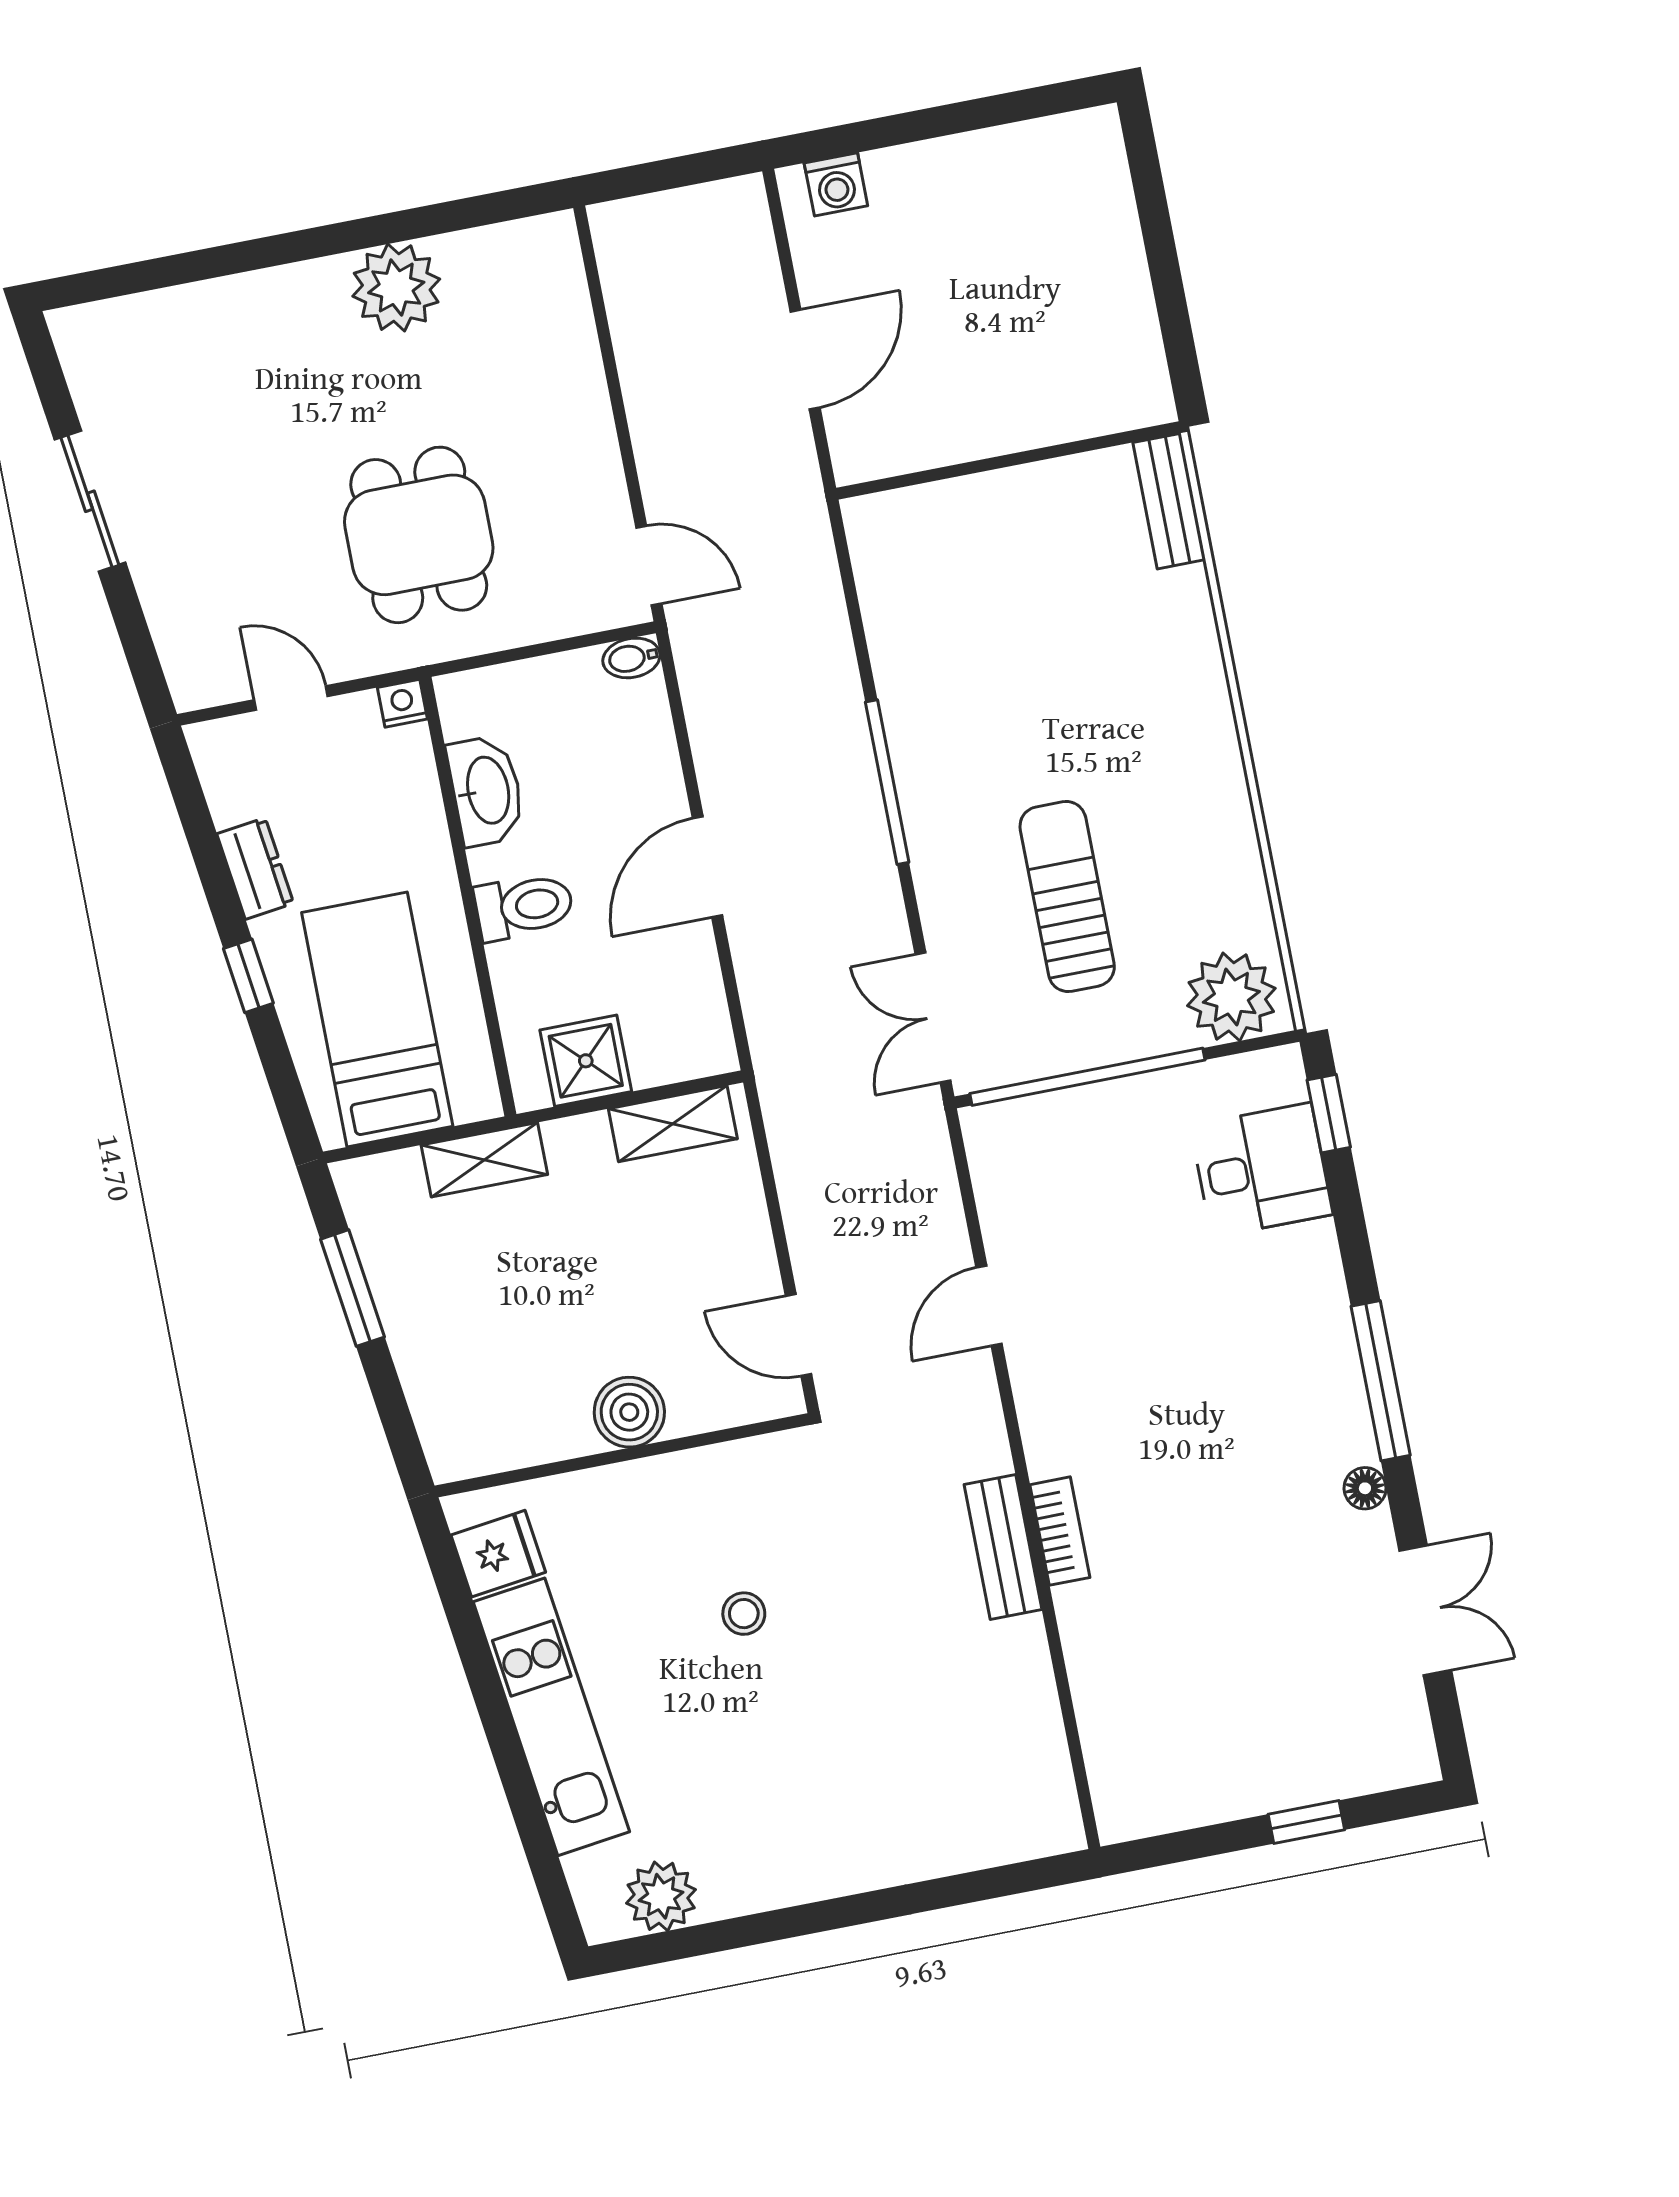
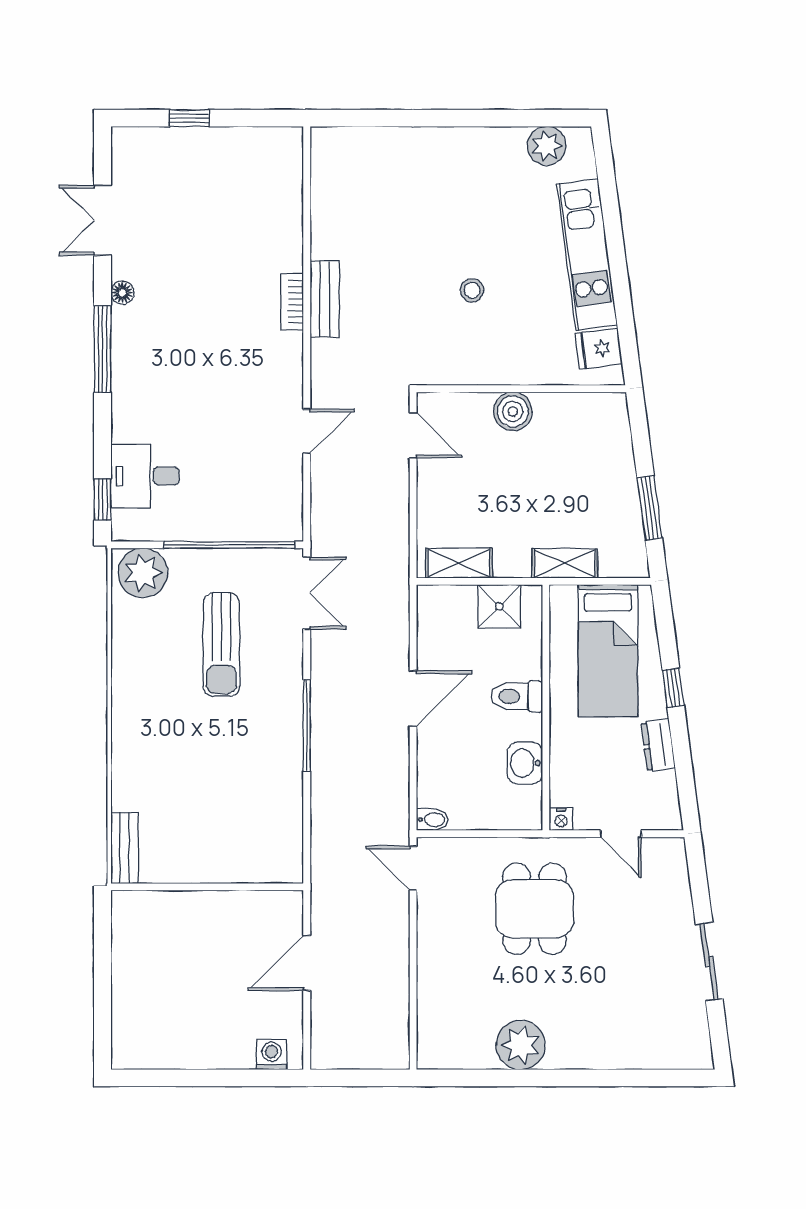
washbasin: (486, 791) -> (525, 763), width x0.72

